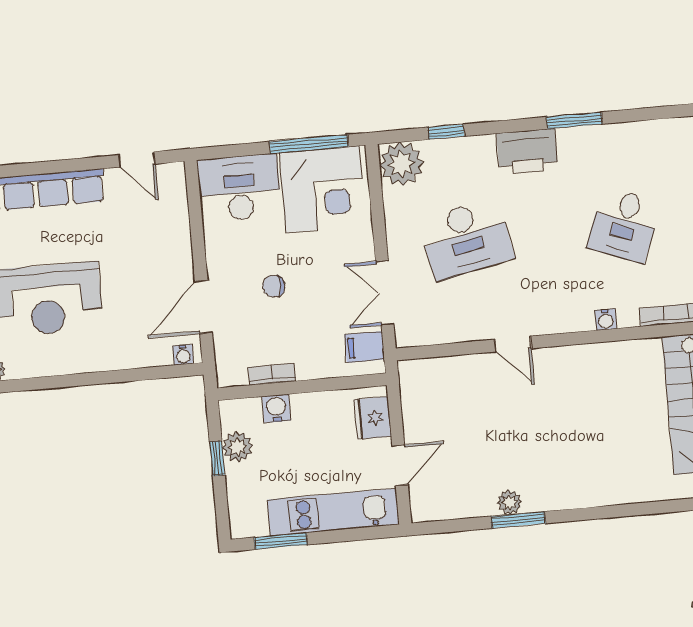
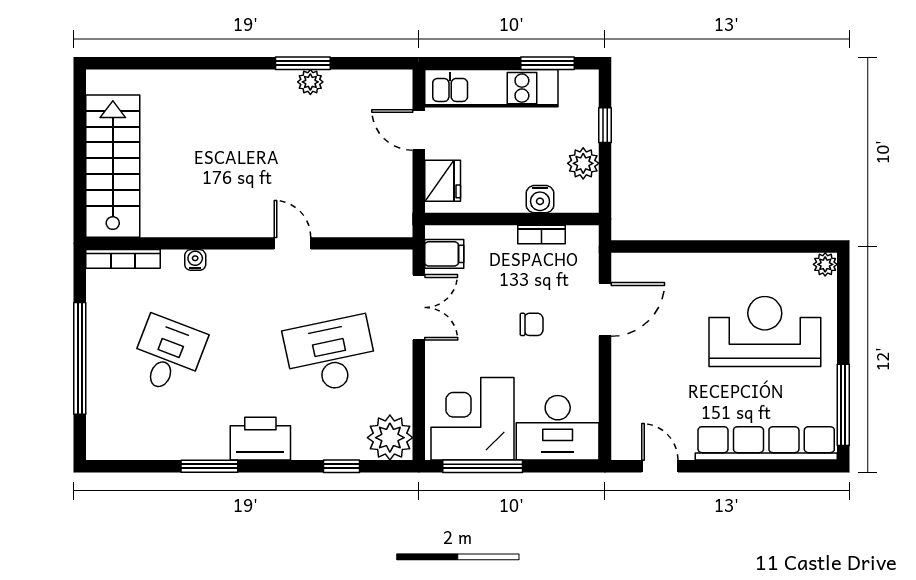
water cooler: (183, 355) -> (630, 262), removed
window: (217, 458) -> (605, 125), moved
door: (400, 465) -> (419, 130), hinge flipped

